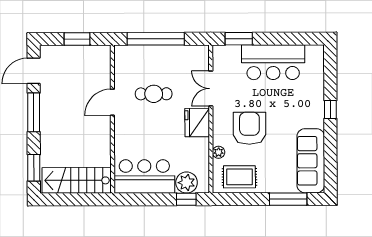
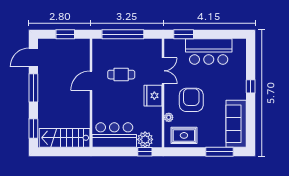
double door: (211, 89) -> (163, 71), swing flipped

